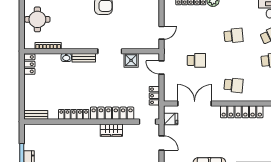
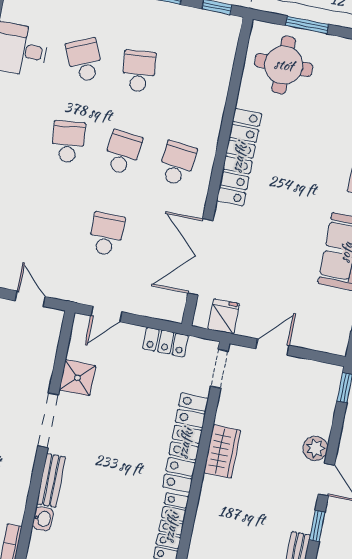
school desk: (234, 60) -> (123, 153), added

